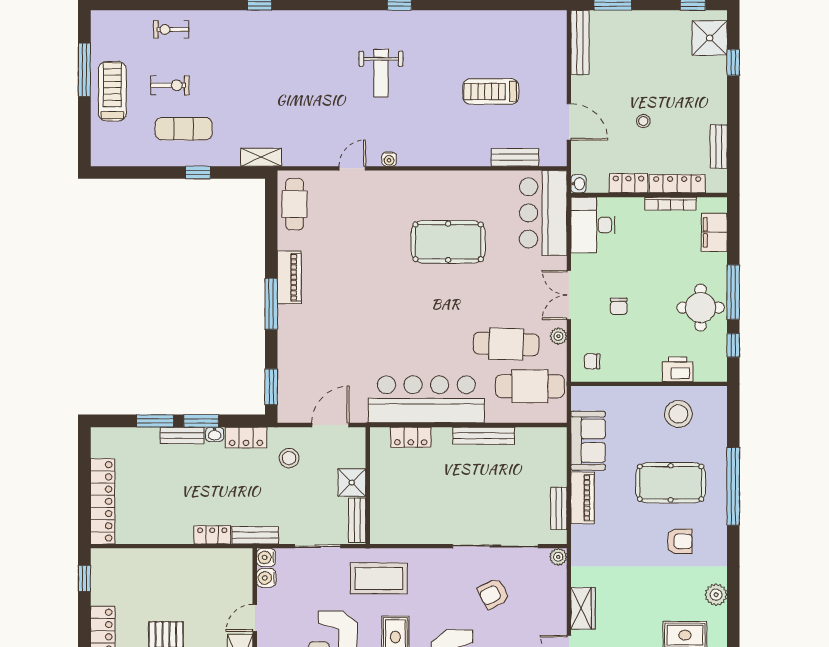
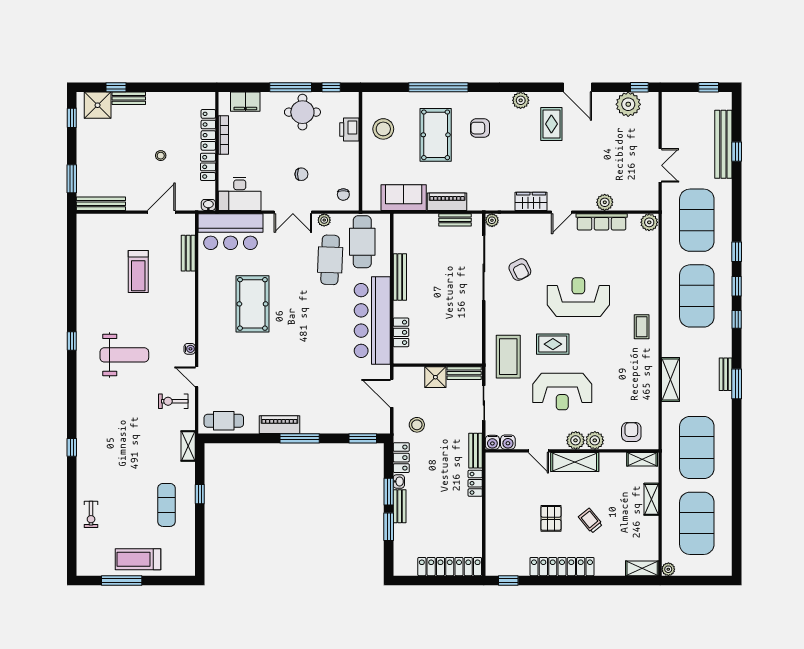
weight bench: (381, 73) -> (124, 355), width x1.36, depth x1.33
exercise bike: (170, 85) -> (173, 401), moved, turned -90
bench: (719, 147) -> (129, 98), moved
armchair: (680, 541) -> (480, 128), turned -90

